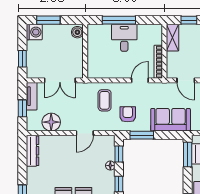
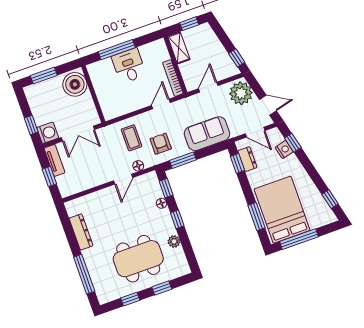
washing machine: (34, 32) -> (48, 133), moved
boiler: (77, 32) -> (75, 84), width x1.86, depth x1.86
door: (186, 80) -> (208, 87), swing flipped
floor lamp: (51, 122) -> (138, 166), moved, width x0.53, depth x0.53
dresser: (32, 151) -> (81, 232), moved
window: (188, 155) -> (237, 163), width x0.67

